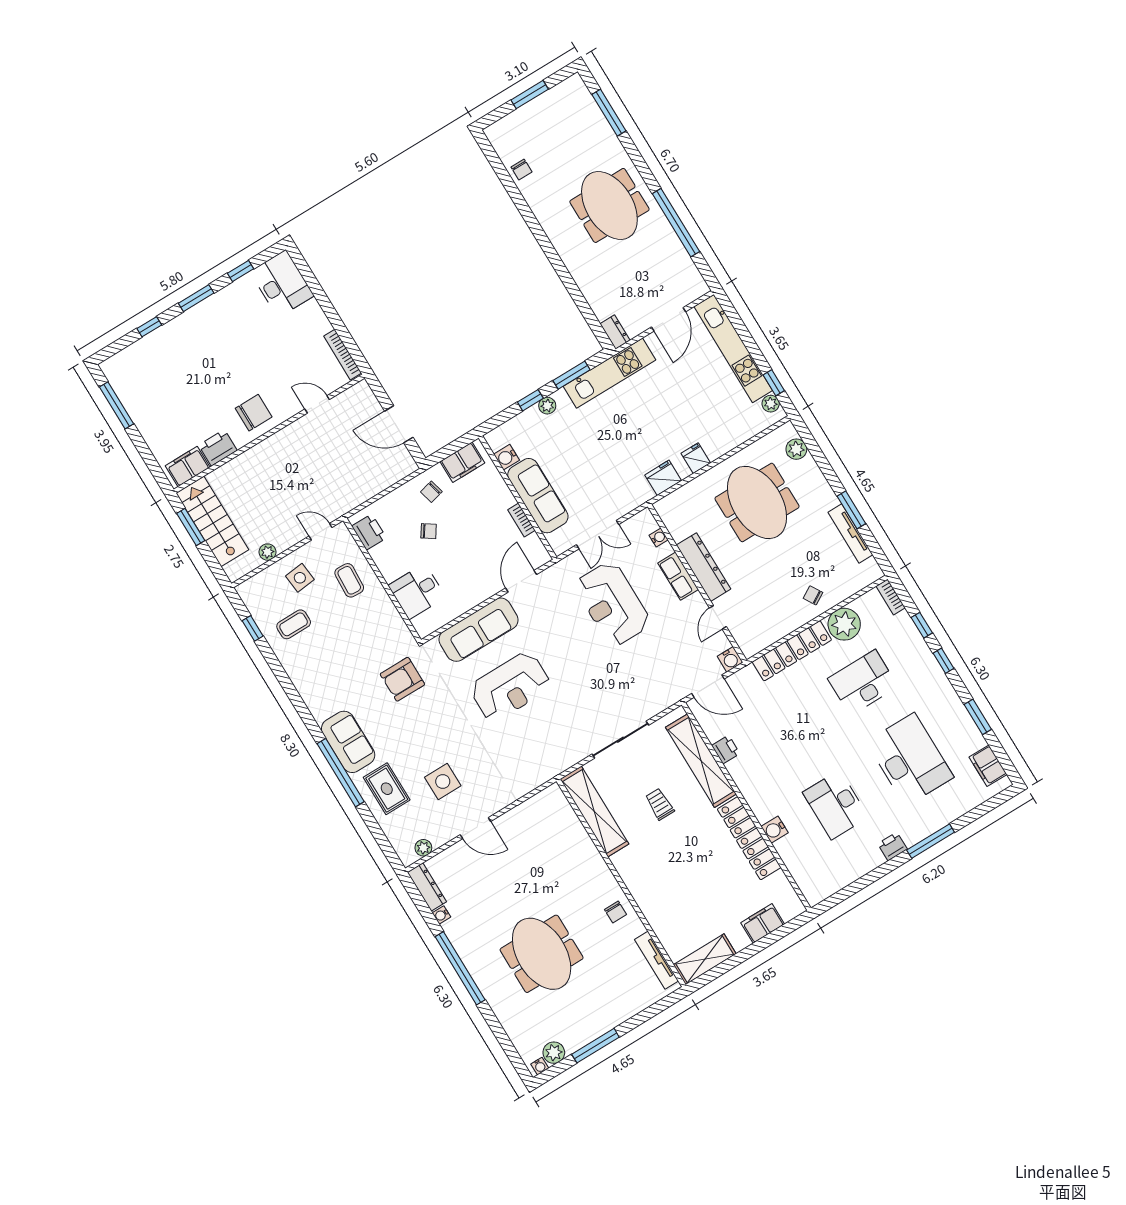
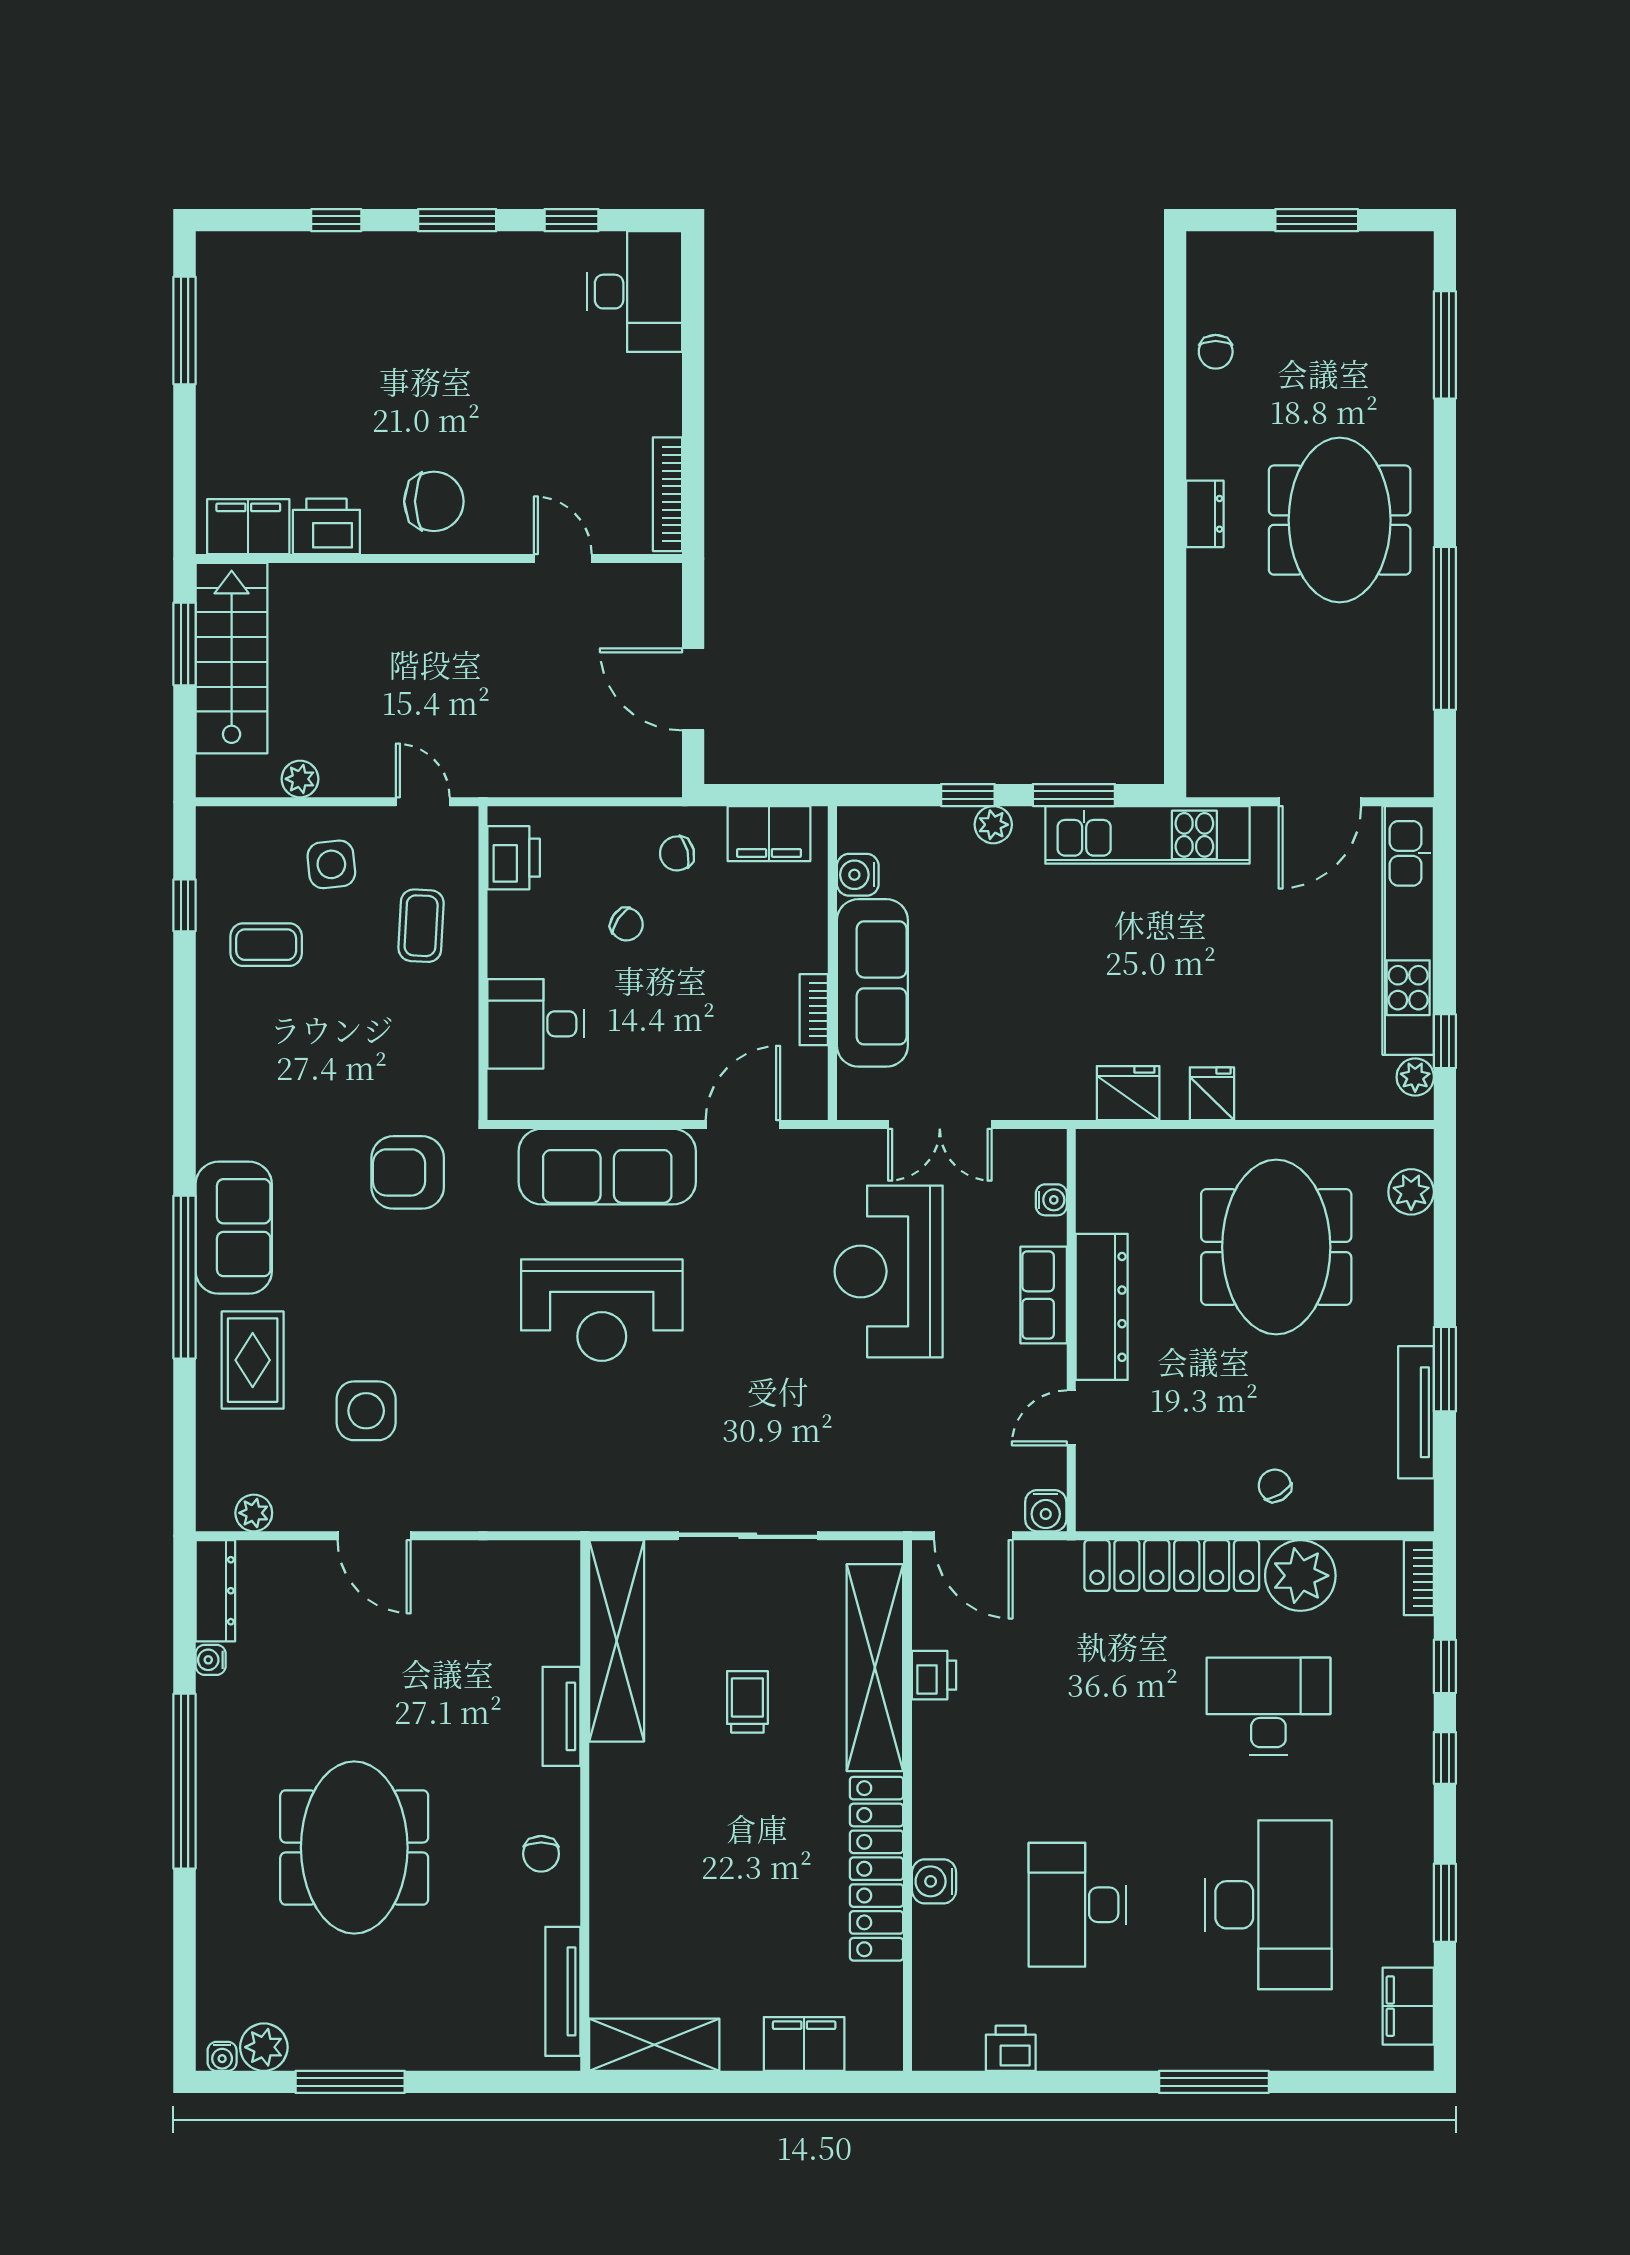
dresser: (615, 332) -> (1205, 514), moved
printer: (893, 846) -> (1011, 2048), moved
tv unit: (591, 854) -> (561, 1716), added

